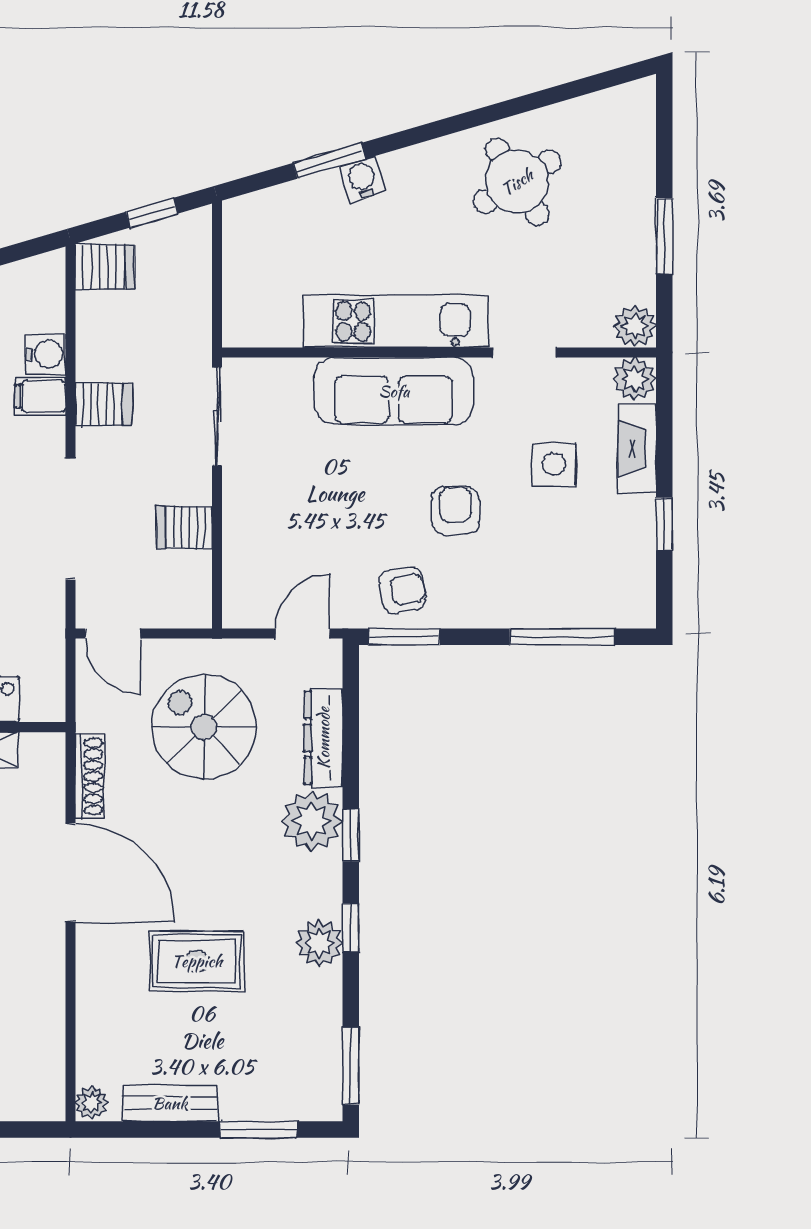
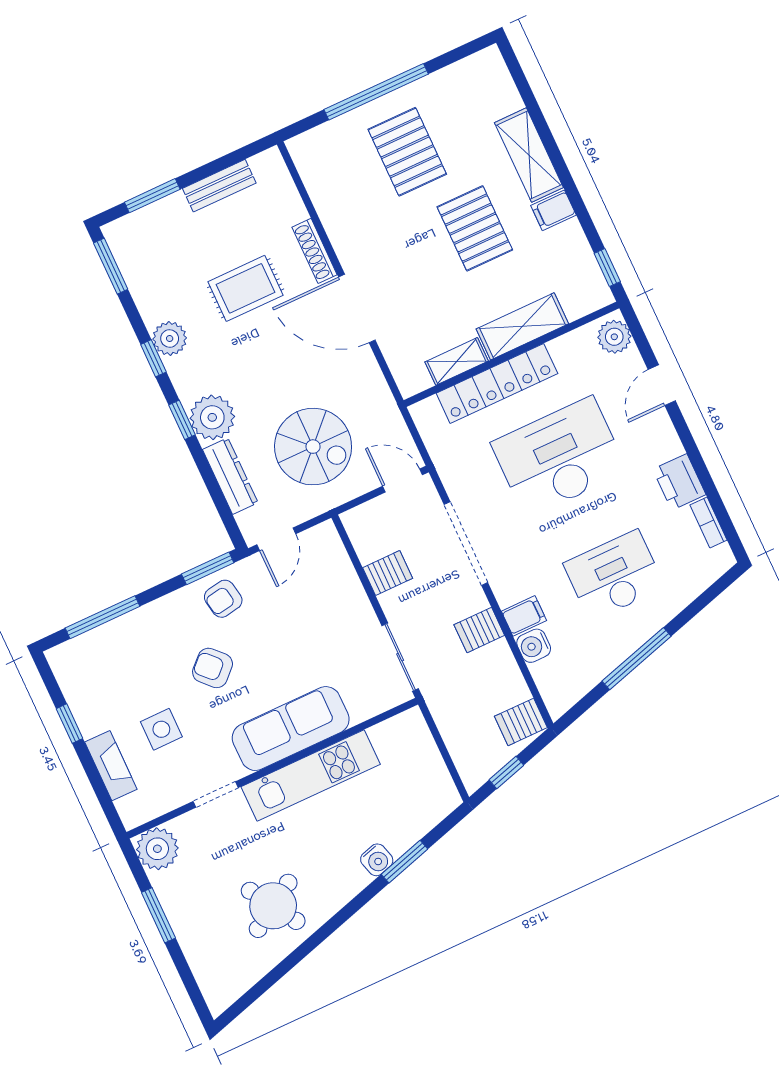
plant: (635, 326) -> (157, 849), width x1.36, depth x1.36
plant: (634, 379) -> (134, 811), removed
armchair: (455, 511) -> (213, 668), turned 136
shoe rack: (90, 776) -> (315, 251), moved
plant: (92, 1103) -> (272, 162), removed

